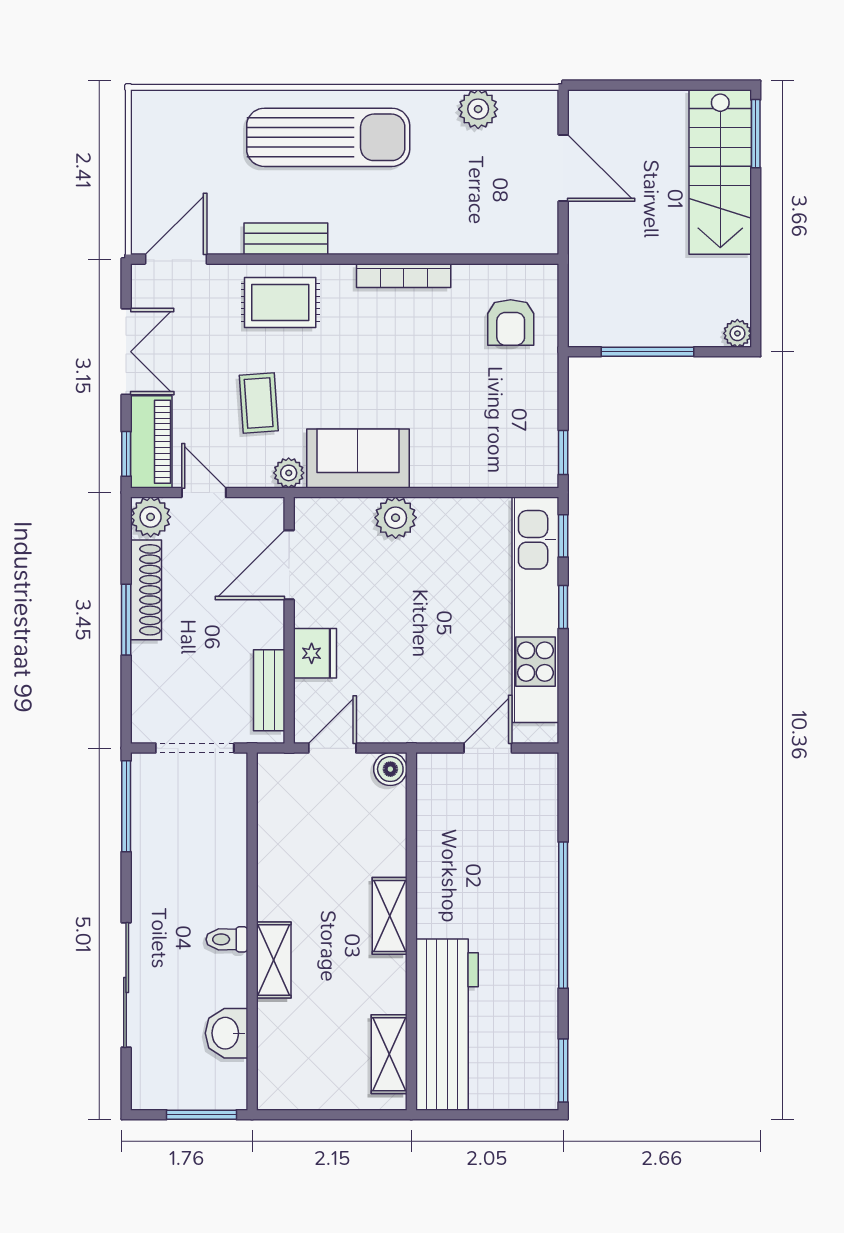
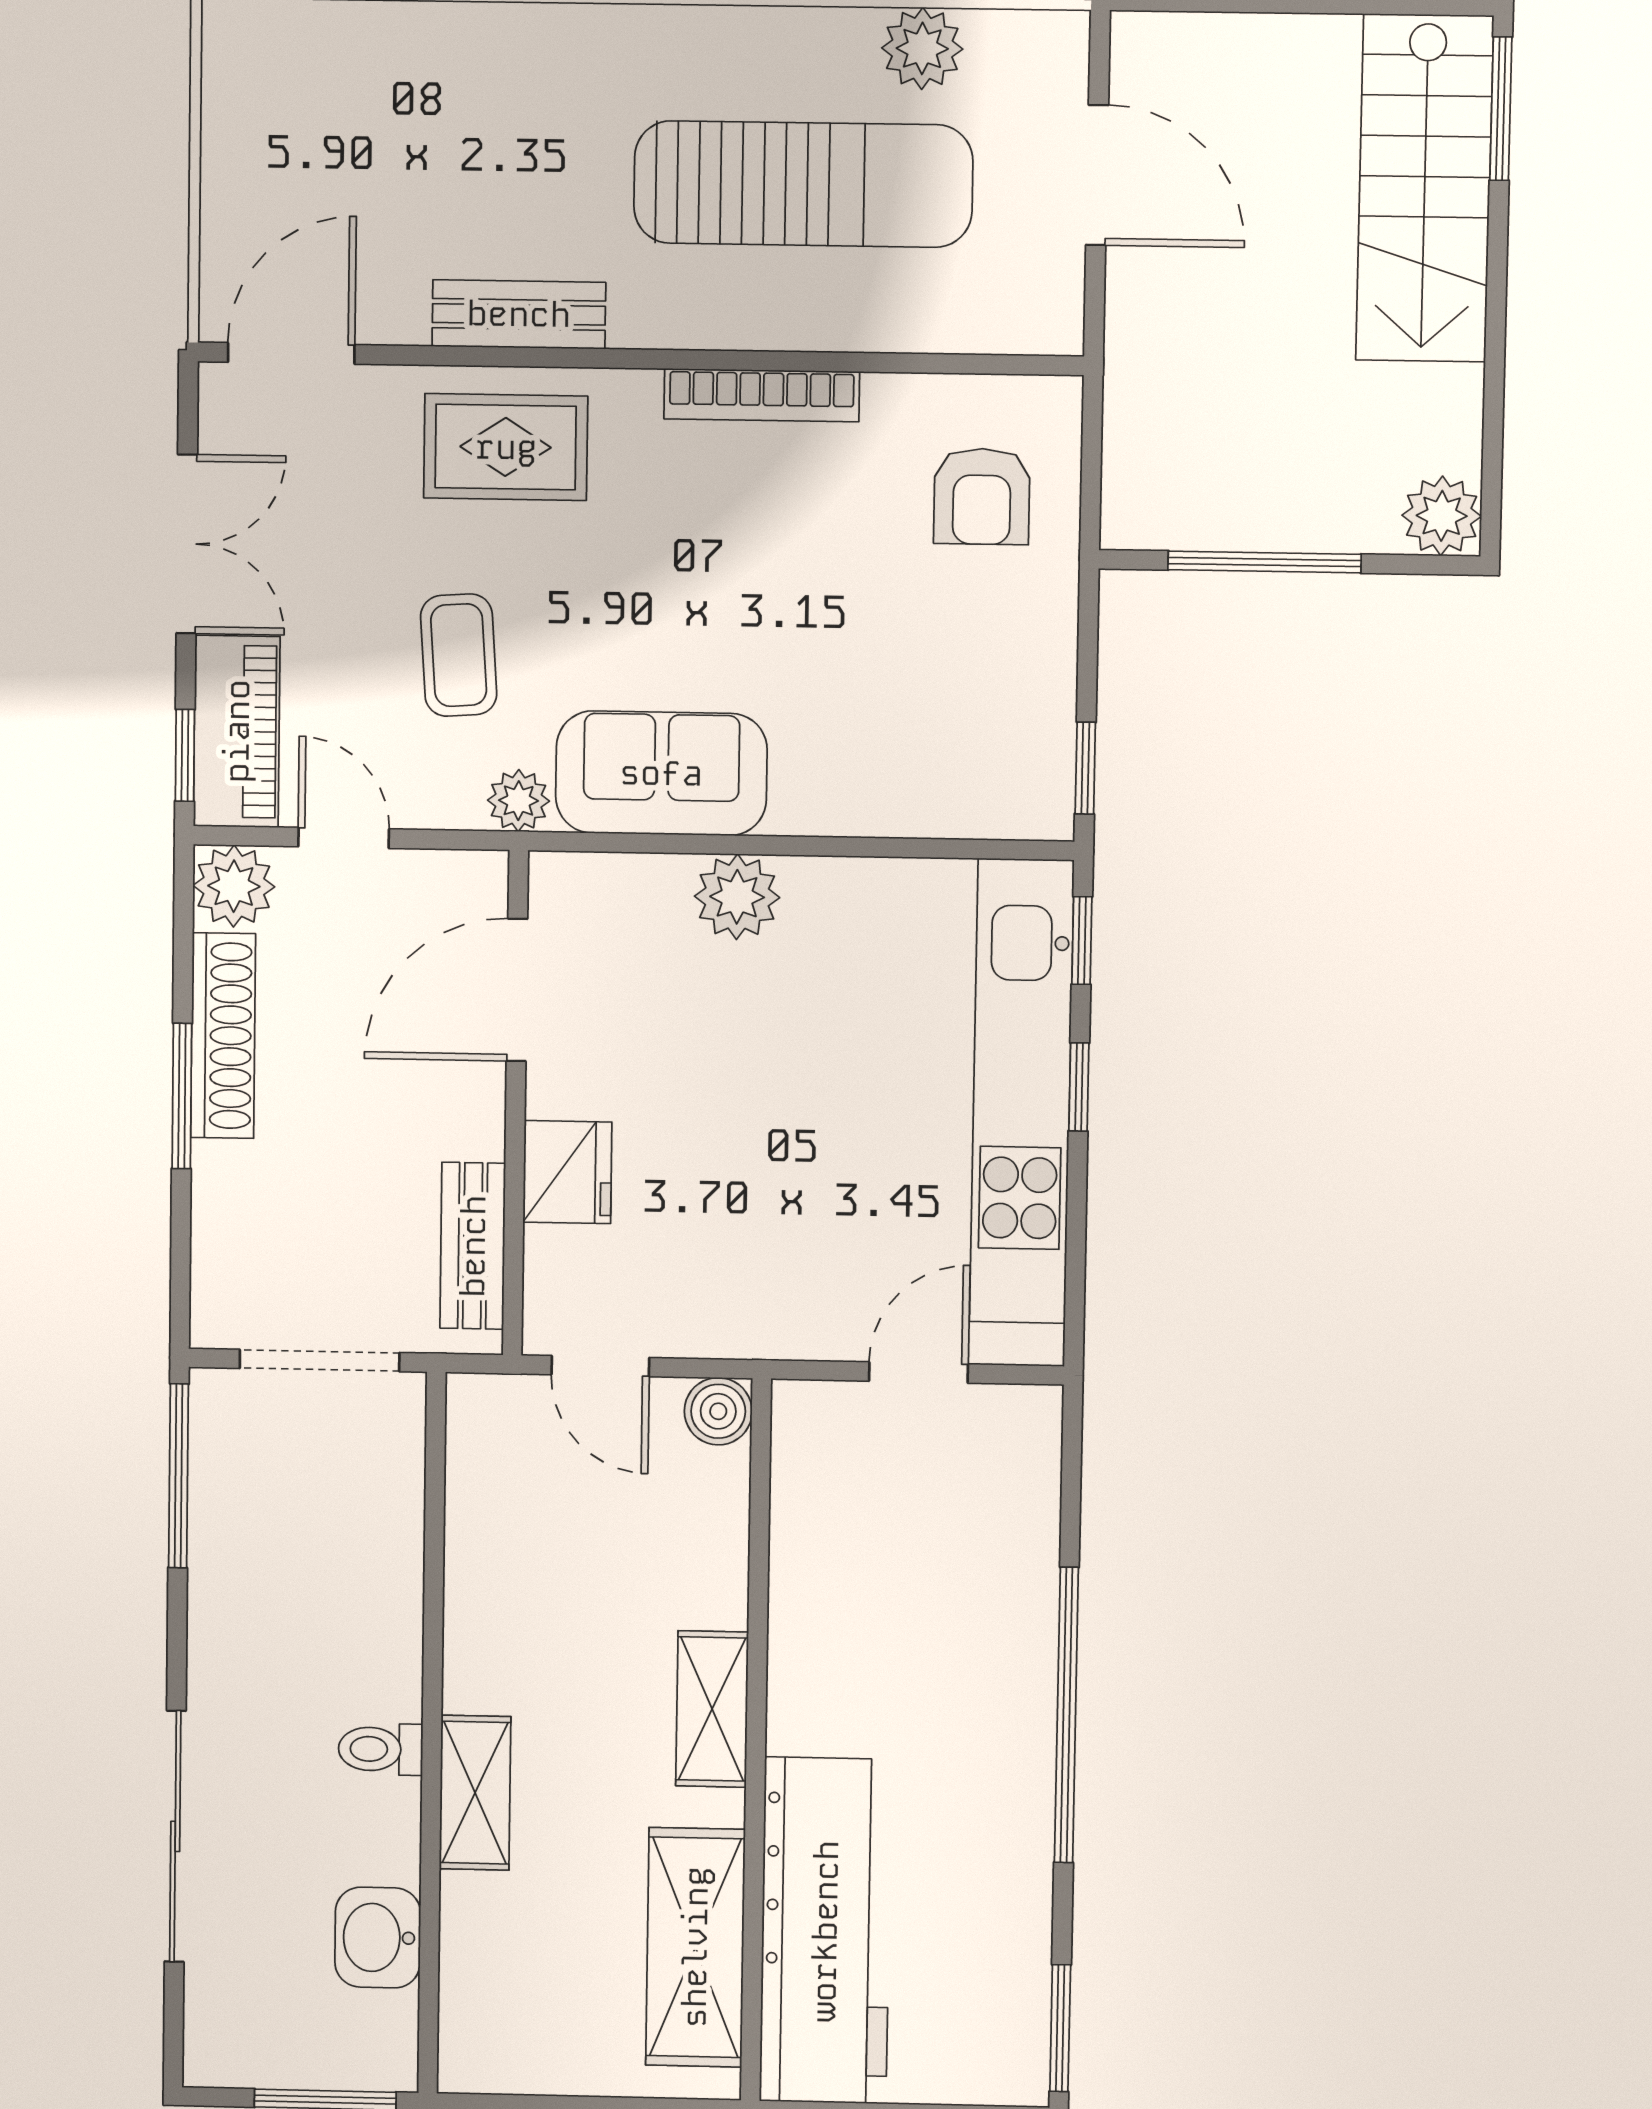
sun lounger: (328, 137) -> (803, 184), moved
plant: (737, 333) -> (1442, 516), width x1.38, depth x1.38
door: (332, 748) -> (600, 1366), swing flipped
shelving: (389, 1054) -> (695, 1947), width x1.50, depth x1.33

